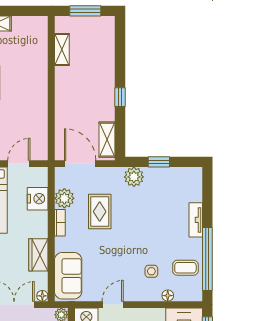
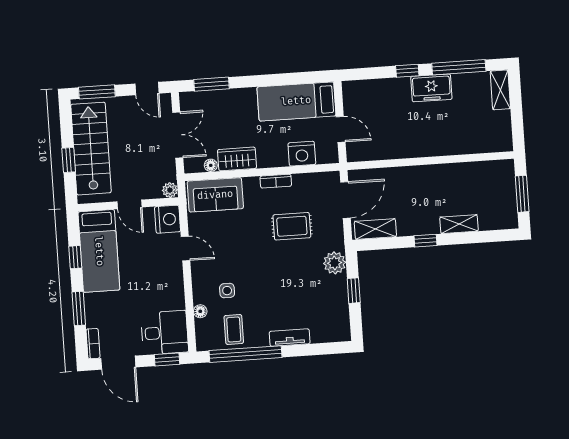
shelving: (62, 49) -> (459, 224), moved
plant: (64, 198) -> (304, 184), removed
floor lamp: (42, 296) -> (211, 165), moved

